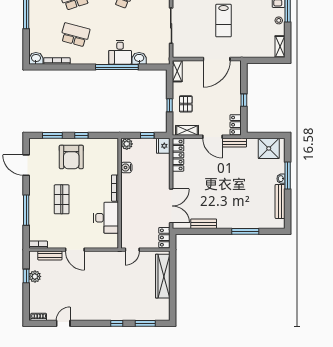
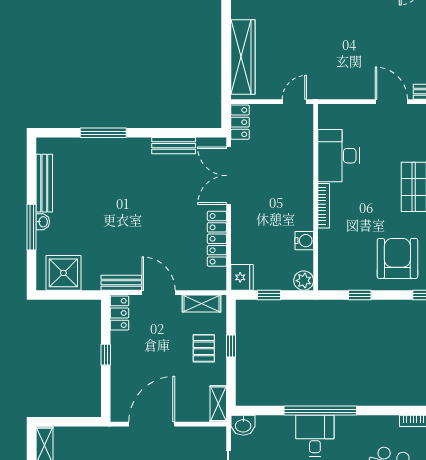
washbasin: (139, 58) -> (243, 425), moved
window: (81, 135) -> (360, 295), moved
locker: (178, 155) -> (217, 239), moved

